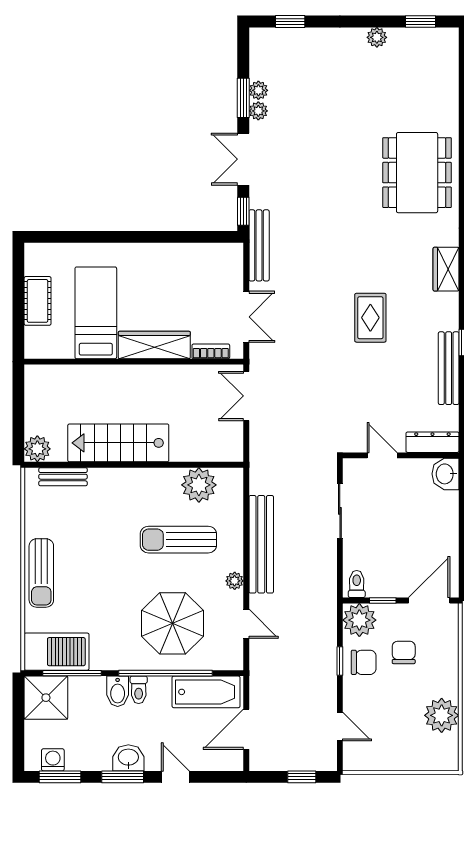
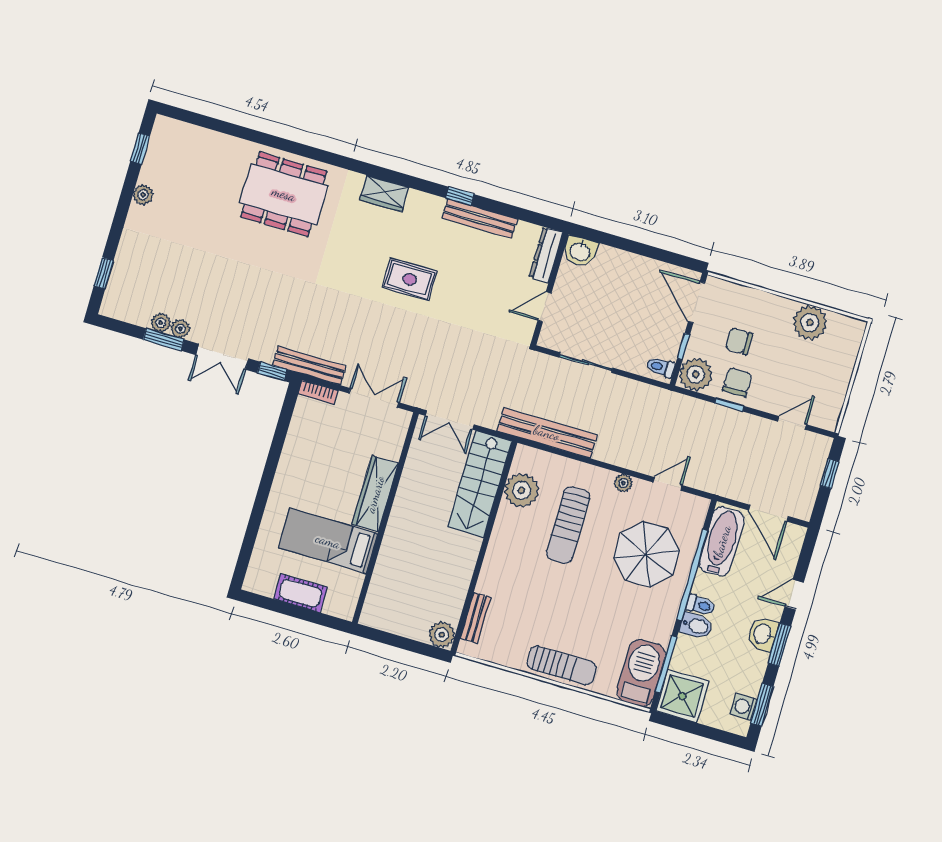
bookcase: (211, 351) -> (318, 392), moved, turned -90
stairs: (118, 443) -> (480, 484), moved
bench: (261, 544) -> (547, 433), moved

